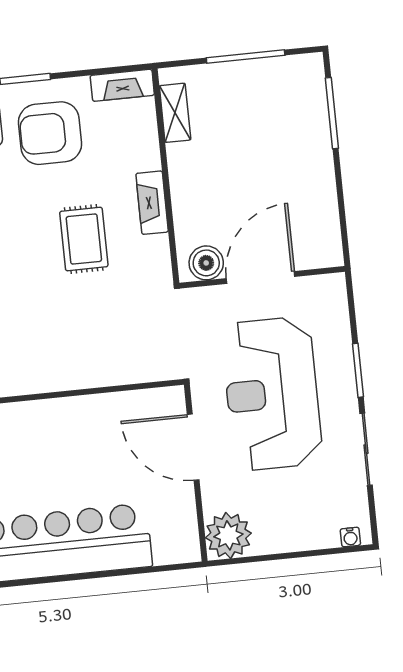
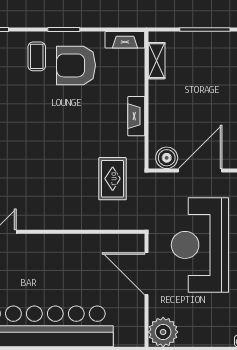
rug: (84, 239) -> (113, 179), moved

